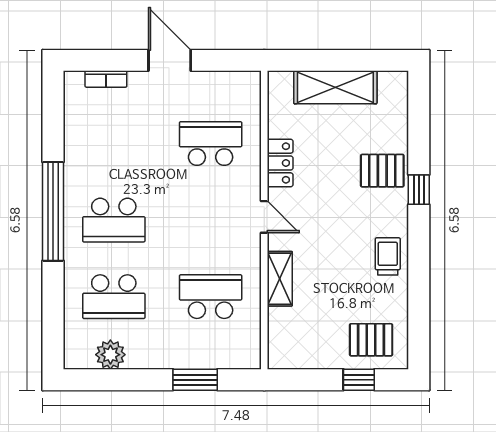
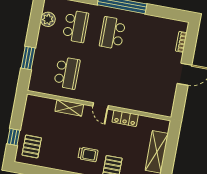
school desk: (211, 143) -> (141, 87), removed
door: (264, 217) -> (101, 106), hinge flipped
trolley: (388, 256) -> (88, 154), moved
school desk: (114, 297) -> (76, 26), turned 180

